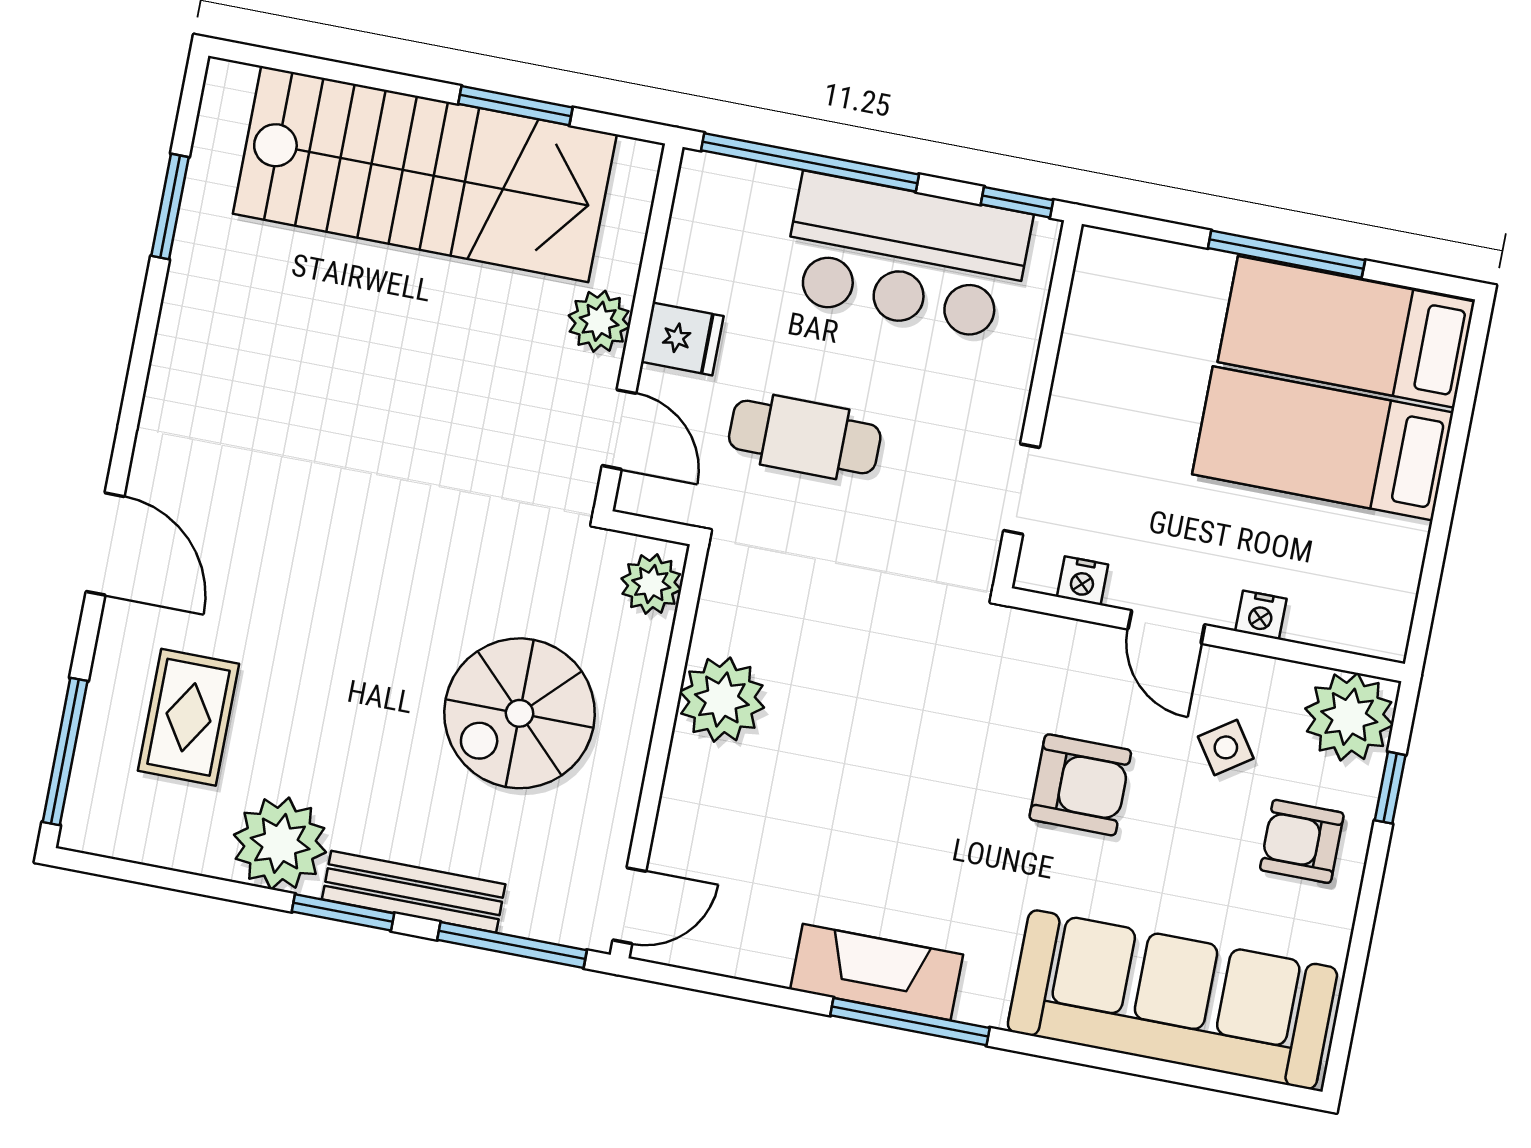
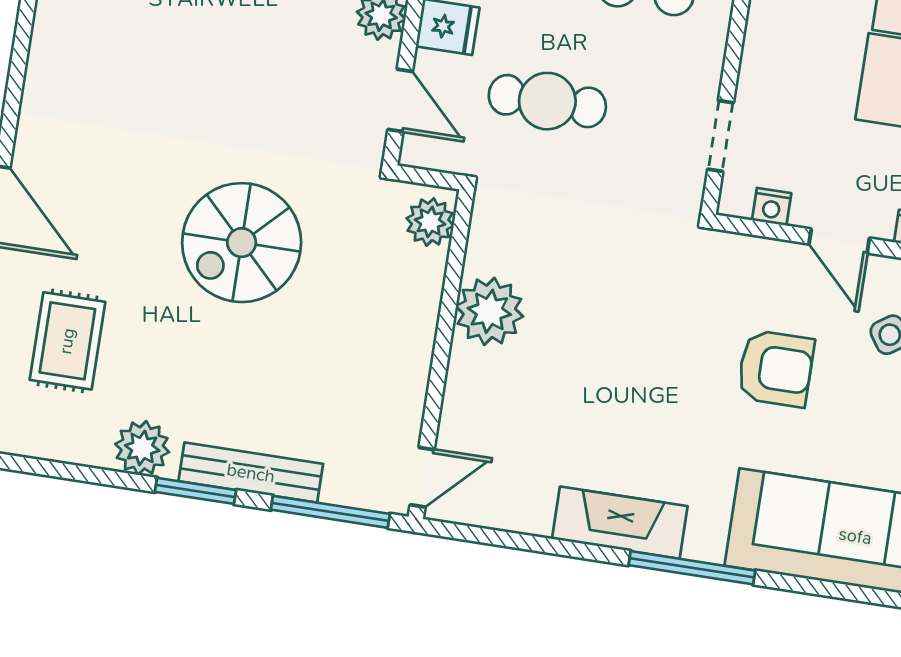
spiral stairs: (520, 713) -> (242, 243), moved
plant: (280, 843) -> (142, 448), width x0.73, depth x0.73
window: (910, 1022) -> (692, 568), moved

